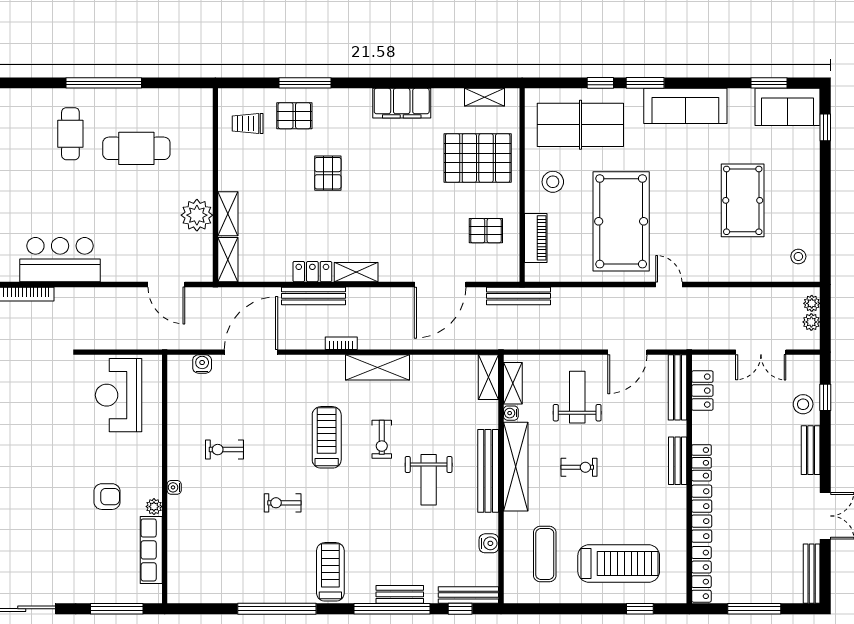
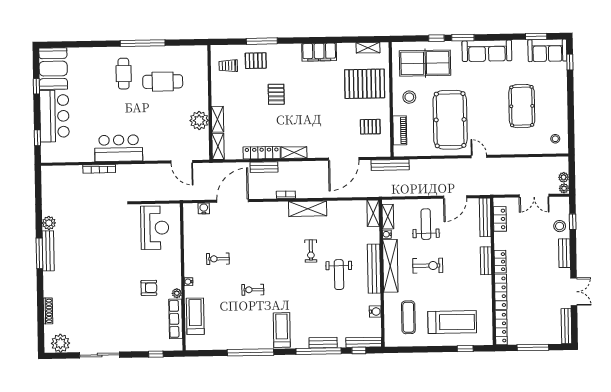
locker: (312, 272) -> (262, 153), width x1.53
bench: (314, 296) -> (264, 167), width x0.73
plant: (812, 303) -> (564, 188), moved
reception desk: (119, 395) -> (155, 228), turned 180
treadmill: (327, 437) -> (195, 316), moved
exercise bike: (579, 467) -> (428, 266), width x1.38, depth x1.39
window: (117, 609) -> (156, 354), width x0.46

